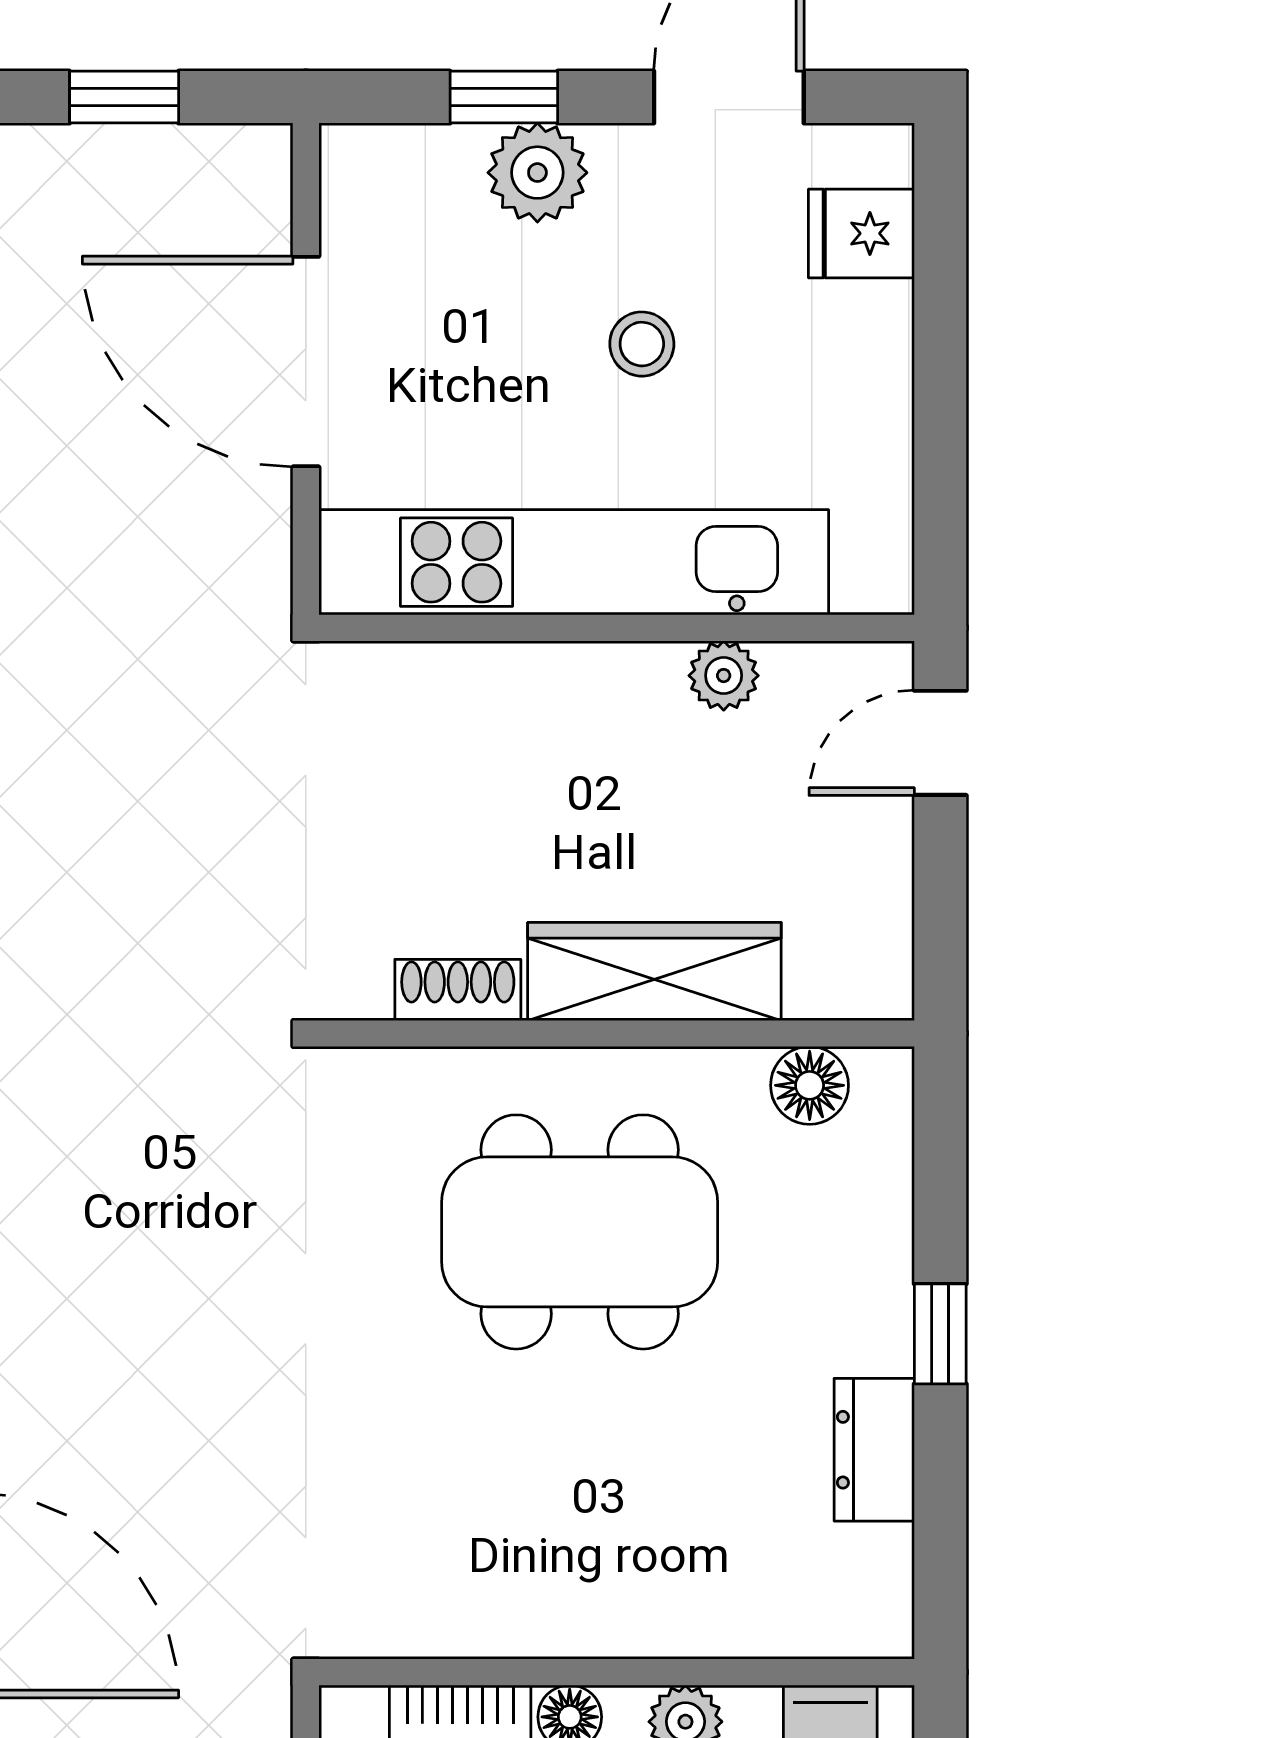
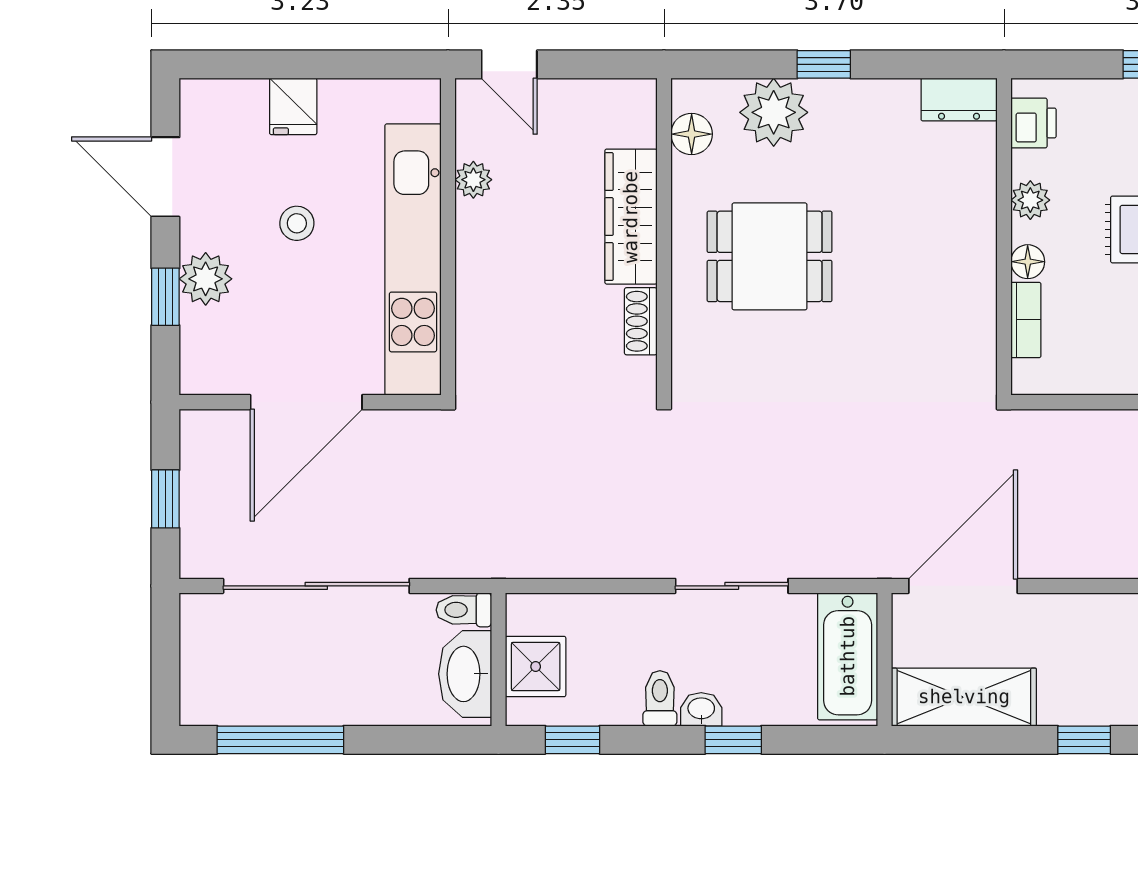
fridge: (861, 233) -> (293, 106), moved
dining table: (580, 1232) -> (770, 256), width x0.73
plant: (850, 1240) -> (774, 112), added
dresser: (874, 1450) -> (959, 100), moved

